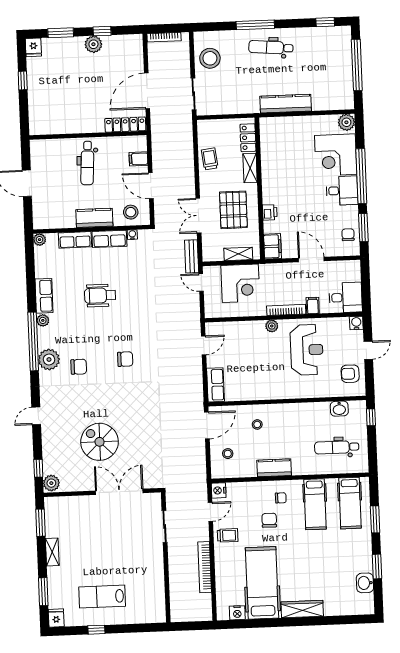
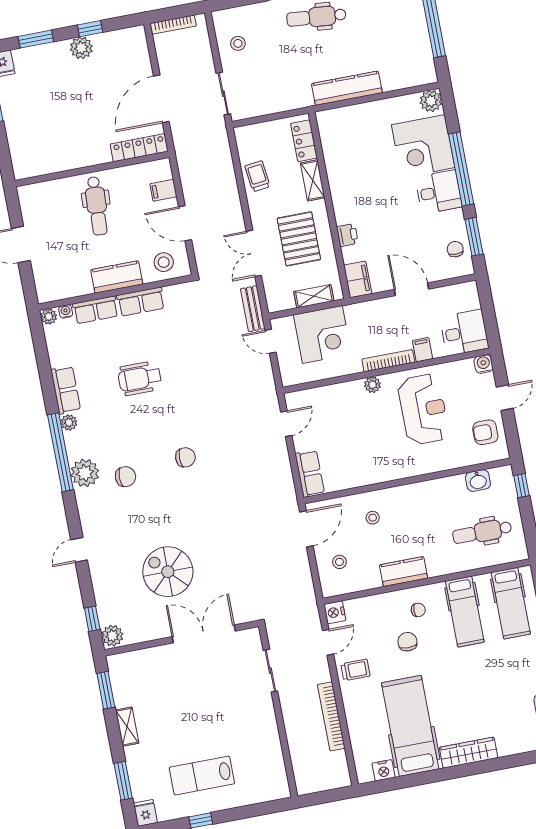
stool: (210, 58) -> (238, 43), width x0.53, depth x0.53
water cooler: (132, 235) -> (66, 311), moved

